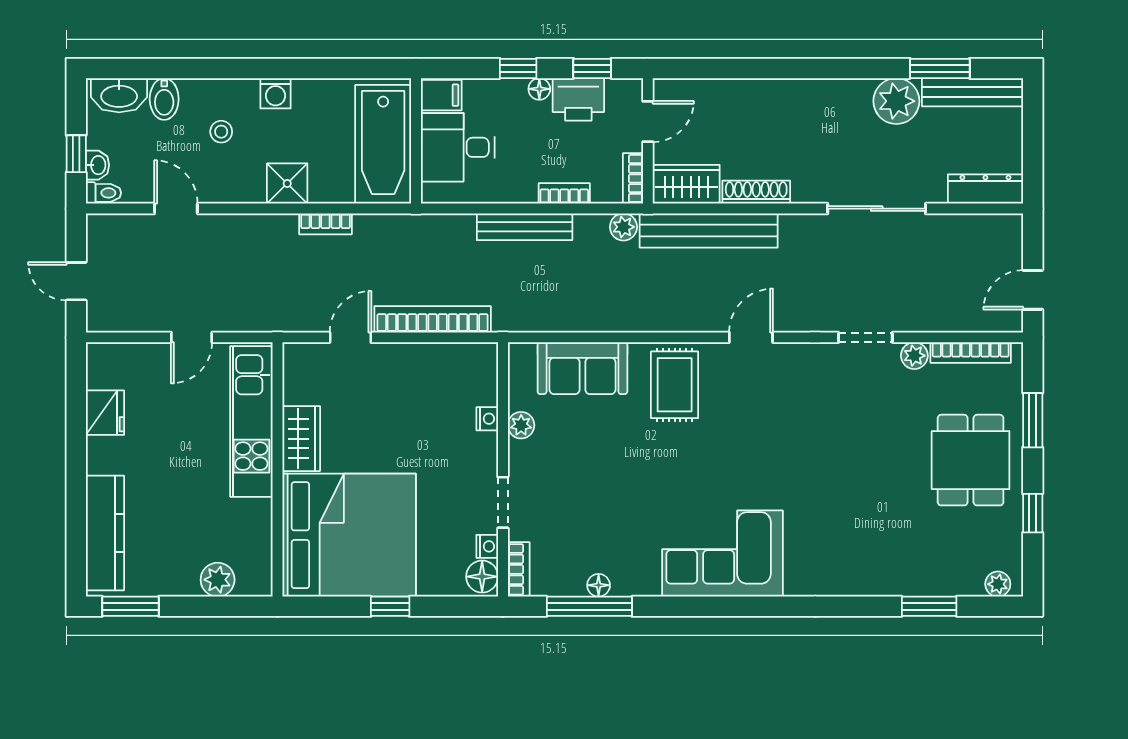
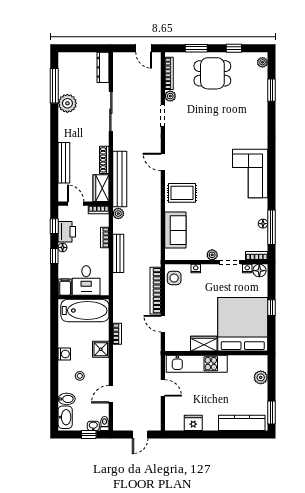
window: (940, 68) -> (54, 86), width x1.44
bench: (972, 92) -> (64, 163), moved
side table: (464, 365) -> (174, 278), added
plant: (521, 425) -> (212, 255), moved

